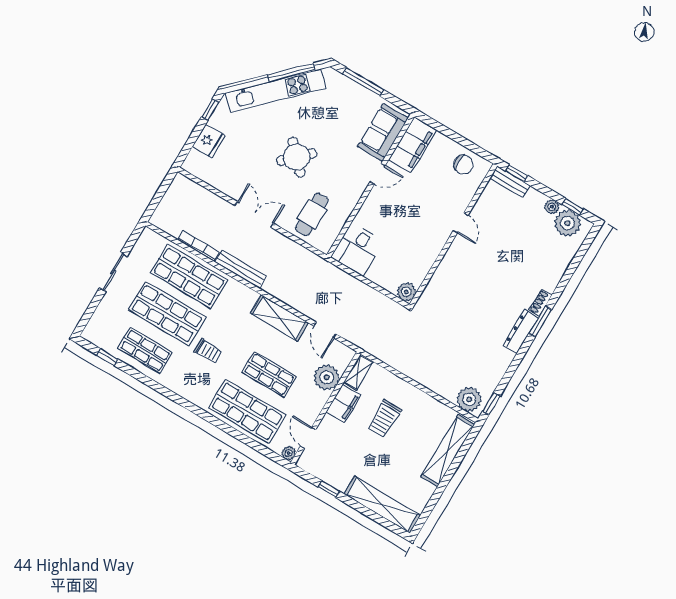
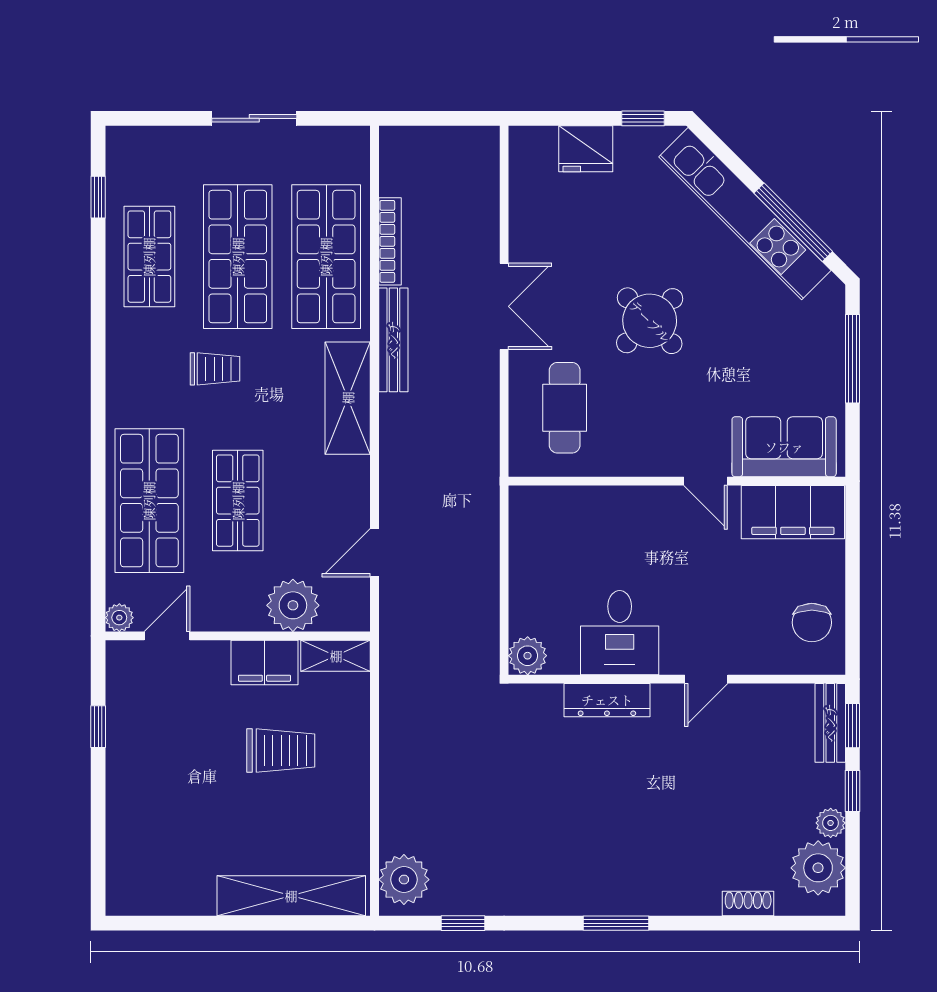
window: (573, 207) -> (853, 791), moved
cafe table: (312, 214) -> (565, 408), turned 90
desk: (357, 249) -> (620, 633), moved, turned -90
shoe rack: (540, 303) -> (748, 904), moved
shelving: (279, 318) -> (348, 398), moved
dresser: (521, 331) -> (607, 700), moved, turned 180
trolley: (208, 351) -> (215, 369), turned -90
window: (491, 404) -> (463, 923), moved
trolley: (384, 419) -> (281, 751), turned 180
shelving: (382, 505) -> (127, 837), removed

